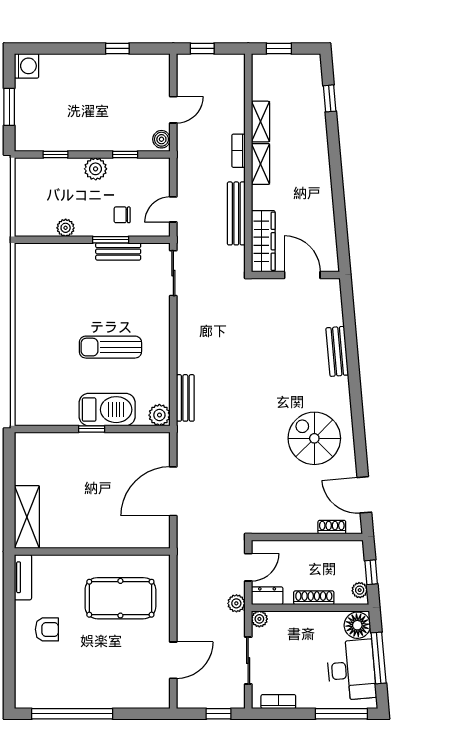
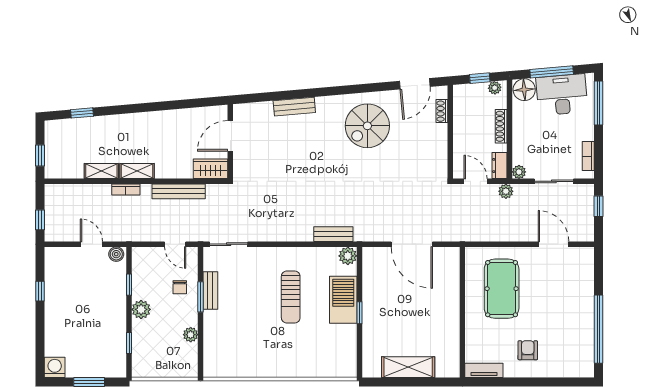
wardrobe: (263, 241) -> (210, 169), width x0.67
shelving: (27, 517) -> (408, 367), moved

